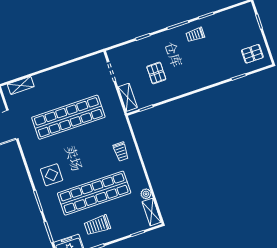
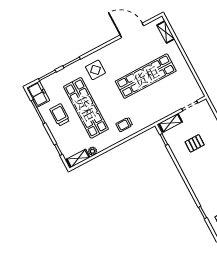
shop shelf: (68, 117) -> (146, 76), turned 90

